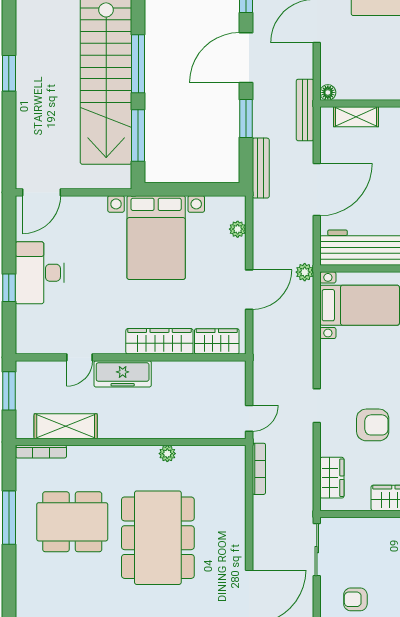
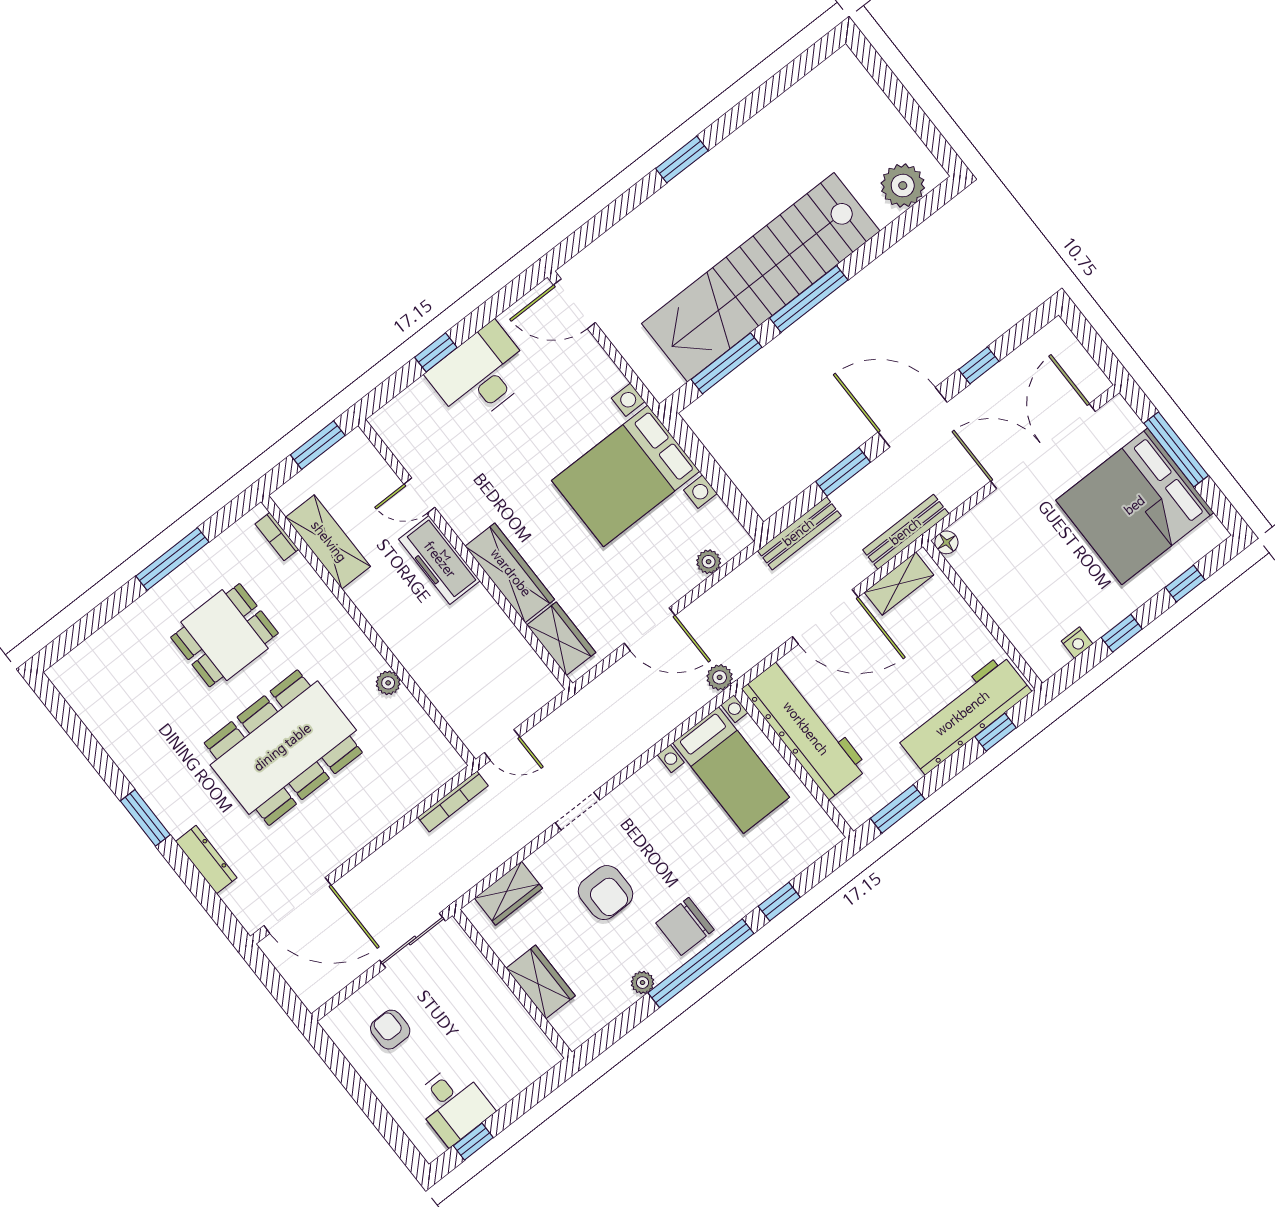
shelving: (356, 117) -> (899, 584), moved, turned 90
bookcase: (41, 452) -> (277, 537), width x0.64
dining table: (72, 522) -> (224, 635), width x0.73

